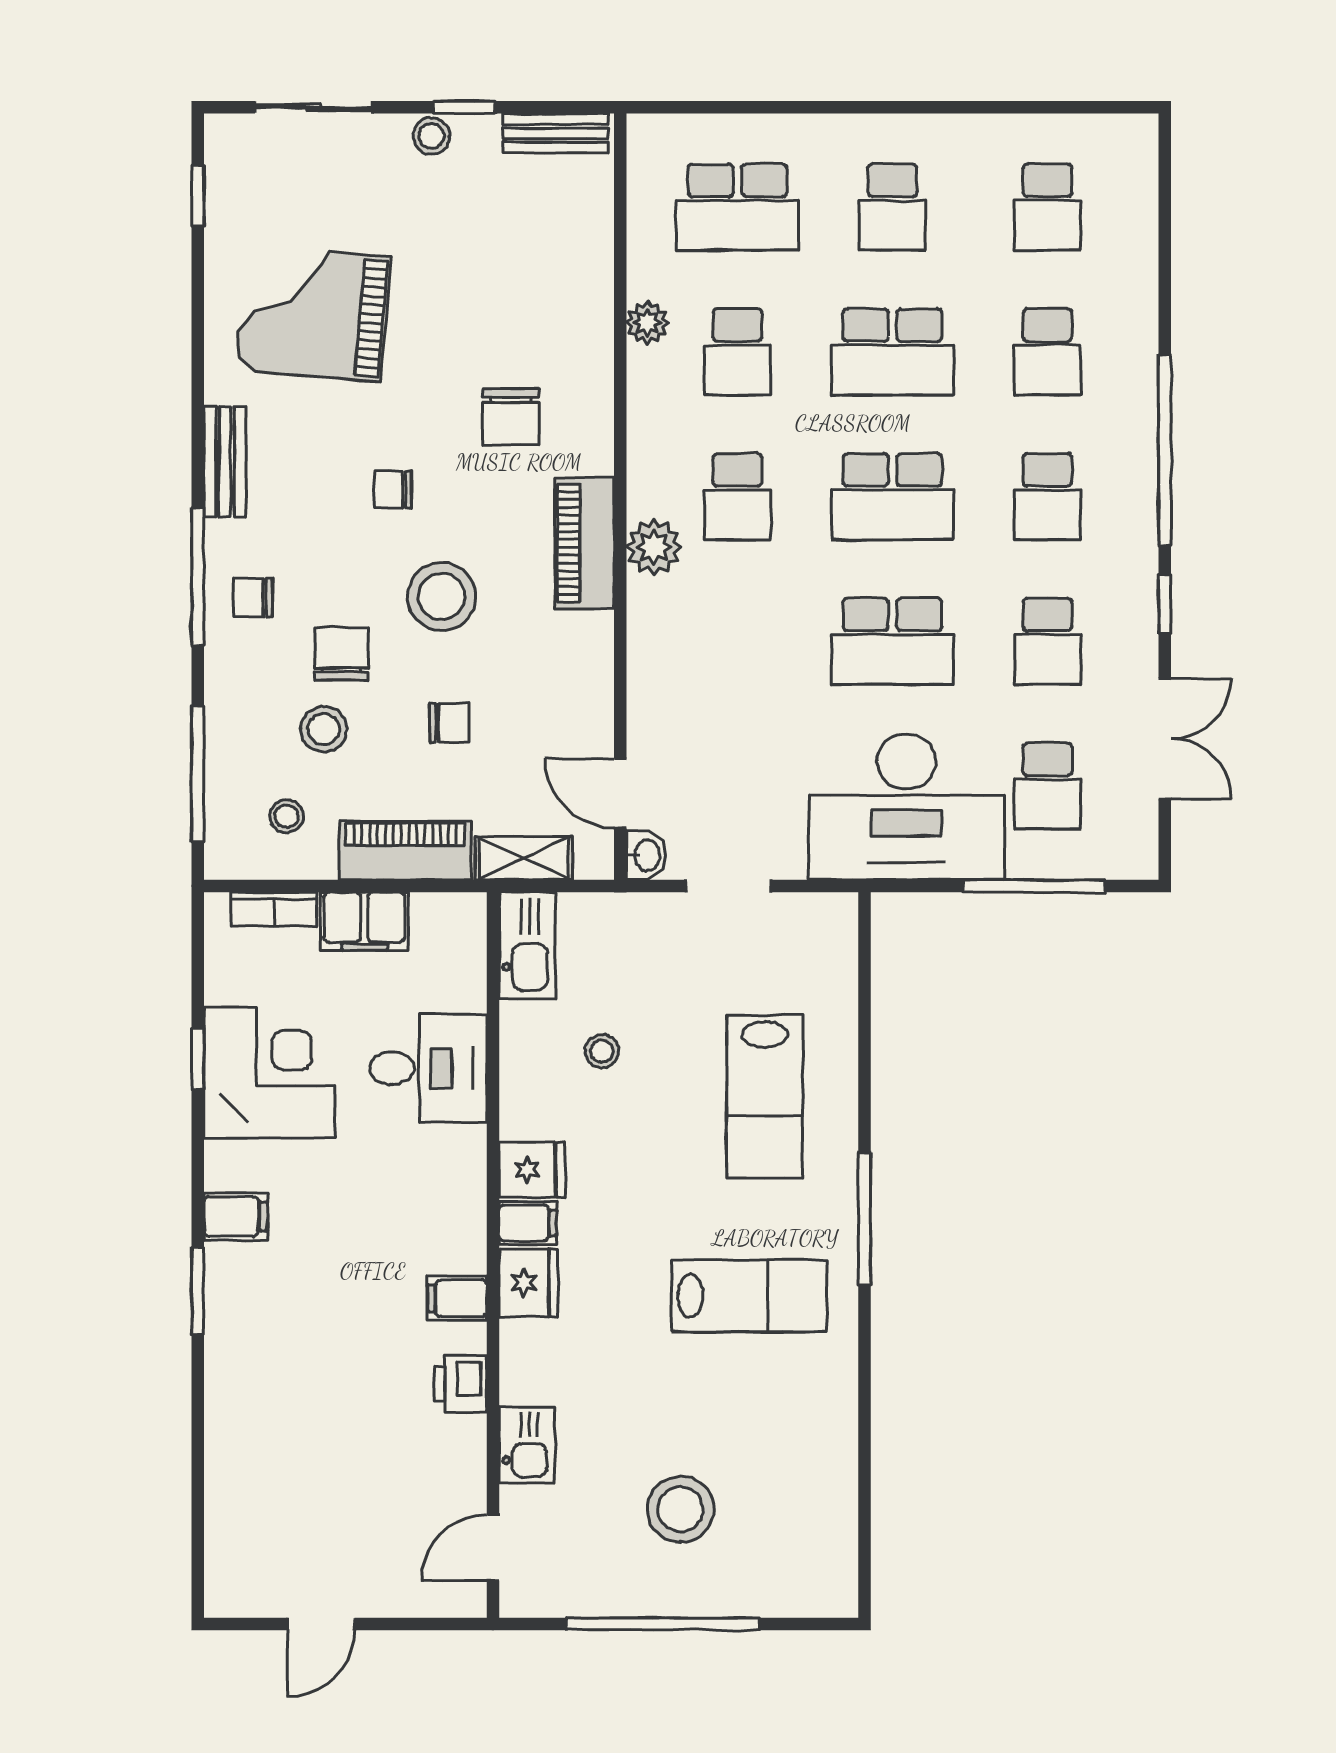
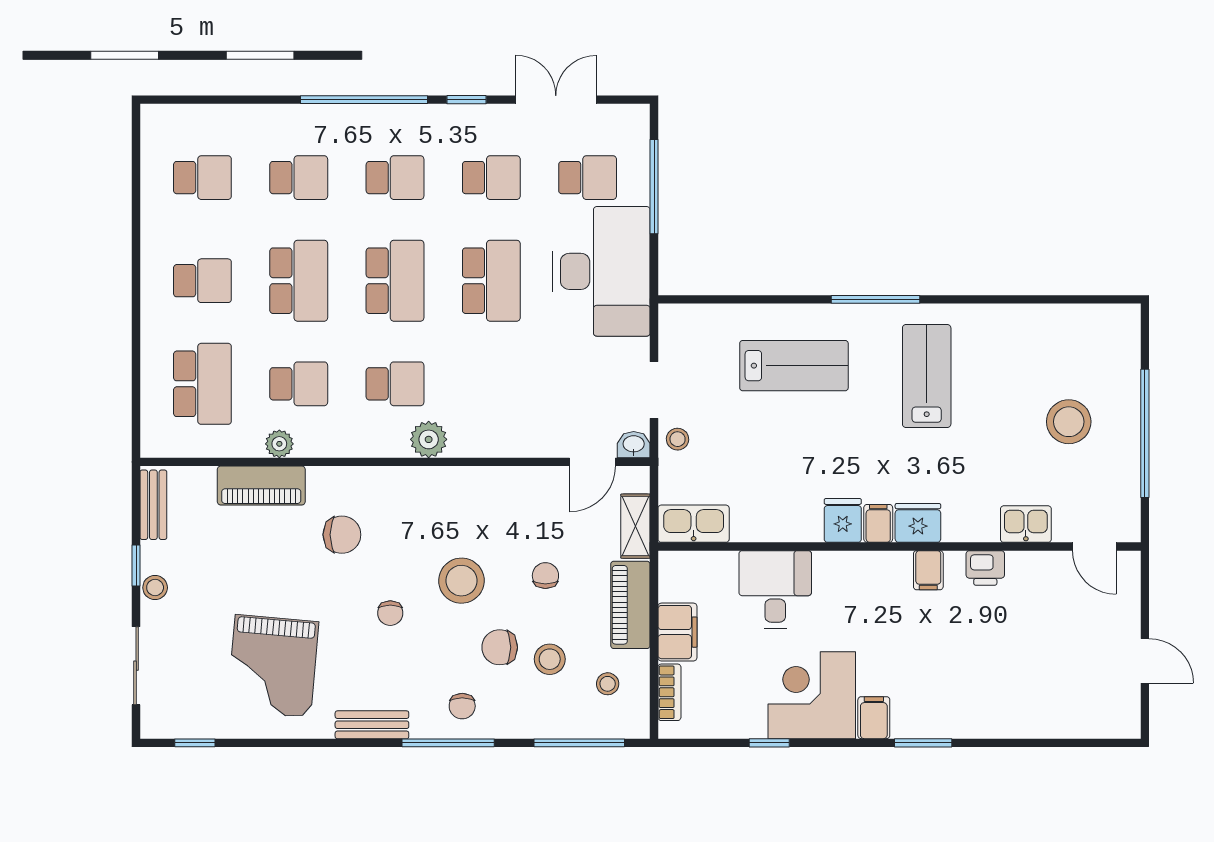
piano: (585, 543) -> (261, 486), moved
stool: (602, 1051) -> (678, 439), moved
corner desk: (269, 1072) -> (812, 695), moved

